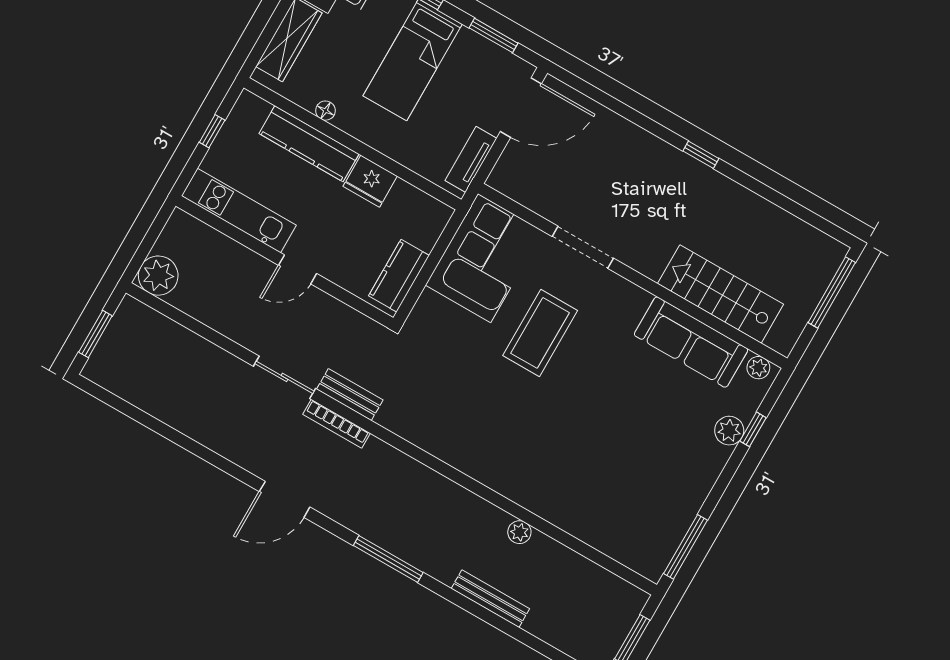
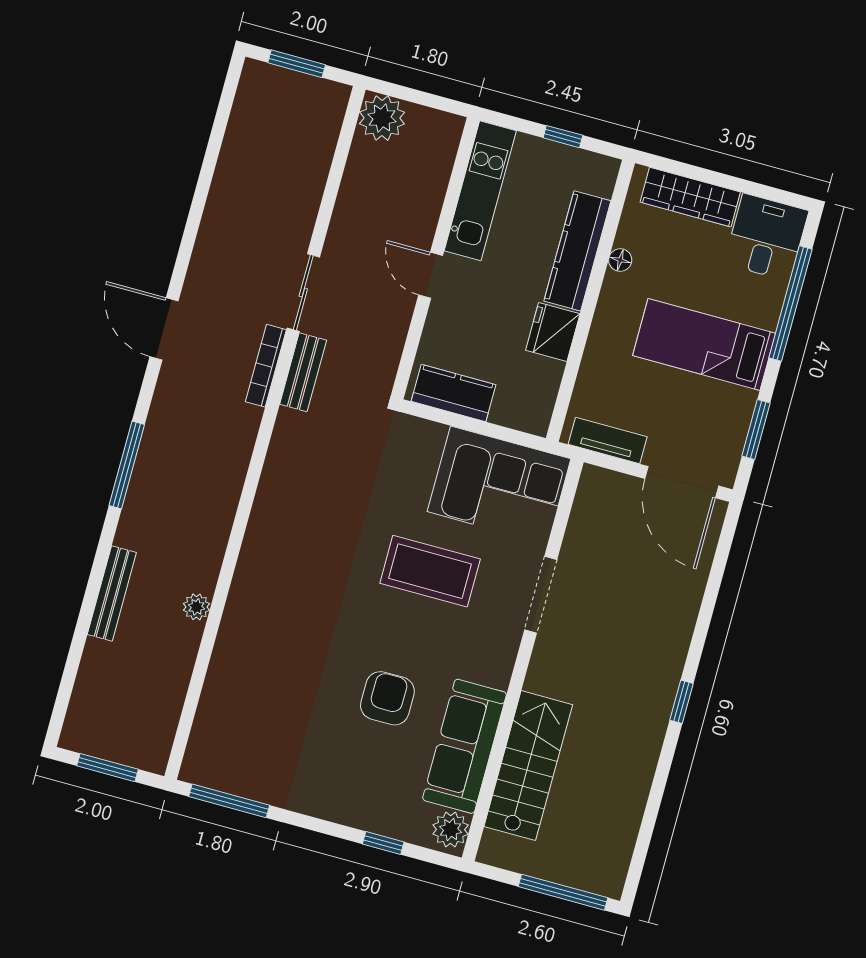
plant: (758, 368) -> (451, 830), width x1.38, depth x1.38
armchair: (635, 395) -> (387, 698), added
plant: (729, 431) -> (375, 816), removed

